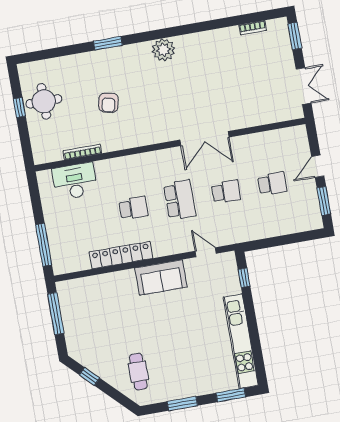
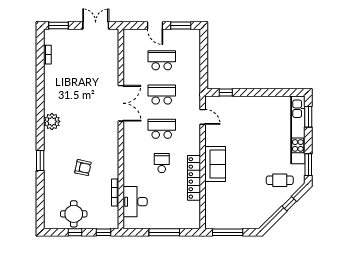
window: (26, 146) -> (104, 232), added
school desk: (272, 184) -> (162, 60), width x1.85
school desk: (226, 192) -> (162, 95), width x1.85
window: (44, 245) -> (164, 232), moved
door: (206, 252) -> (203, 117), swing flipped
sofa: (161, 278) -> (215, 164), moved
kitchen unit: (241, 341) -> (298, 130), moved, turned 90
window: (89, 376) -> (289, 204), moved
window: (182, 404) -> (308, 165), moved

